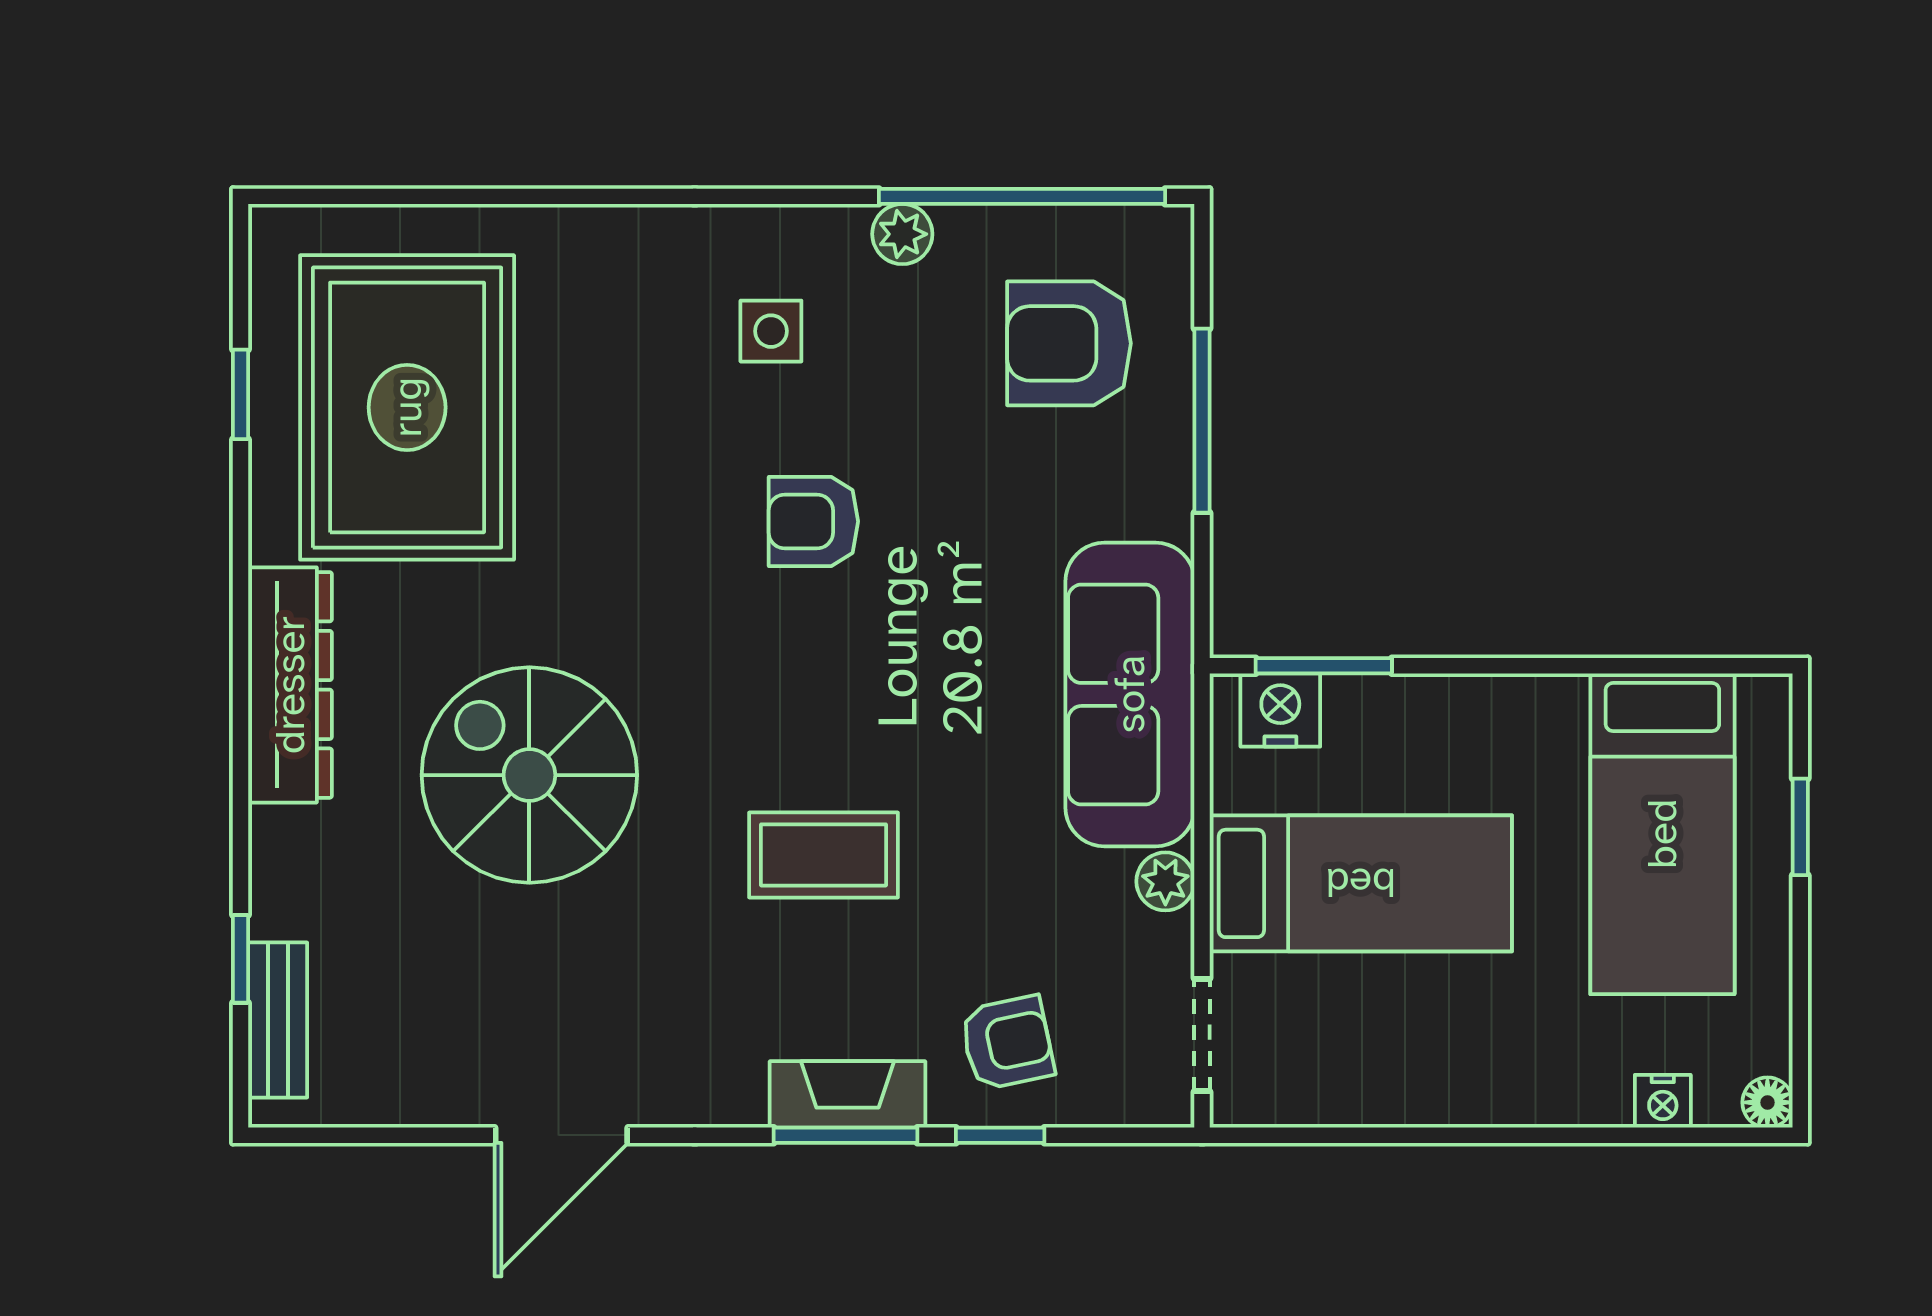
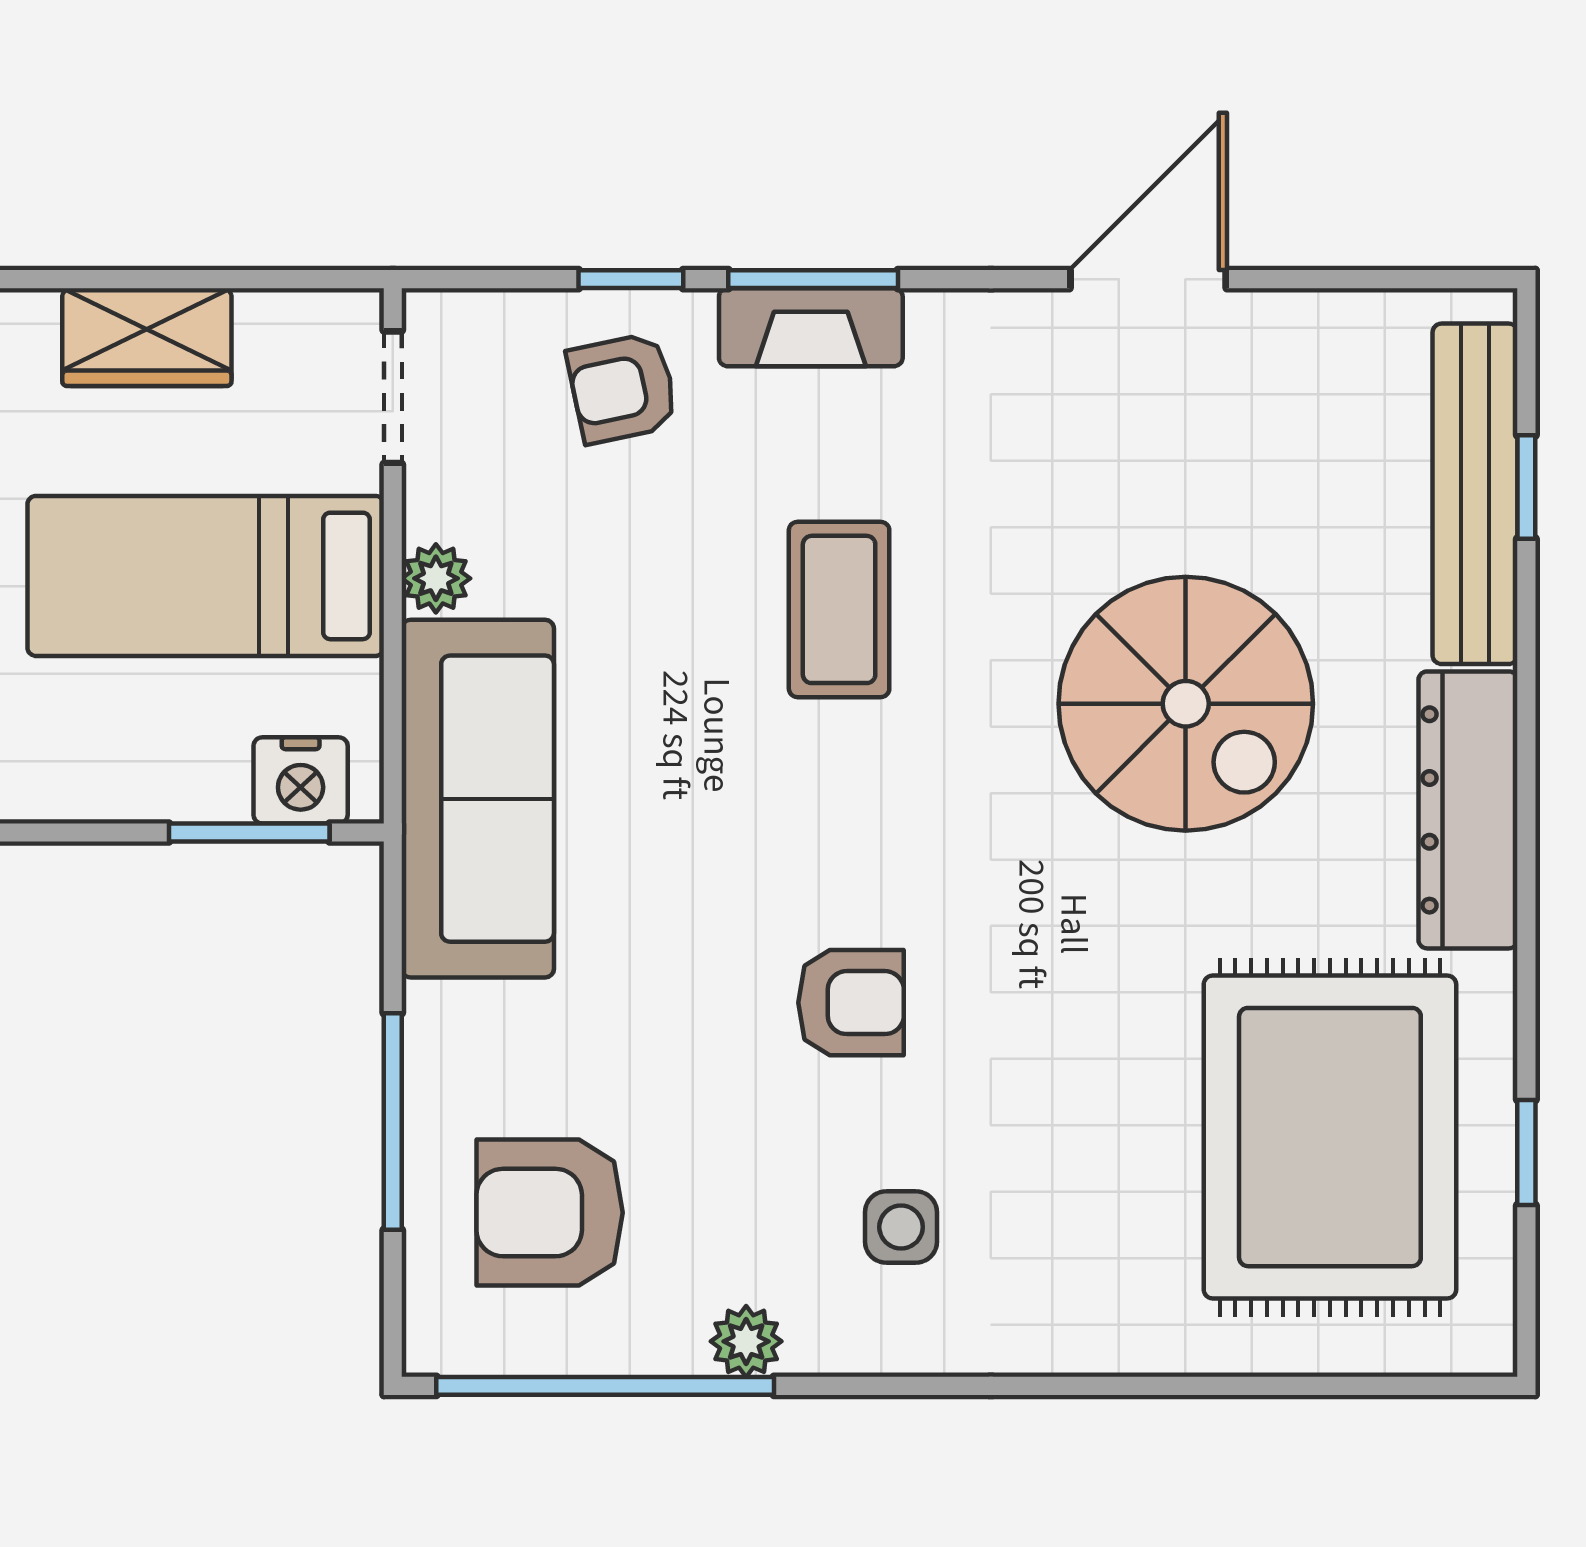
armchair: (1069, 343) -> (550, 1213), turned 180
coffee table: (823, 855) -> (839, 609), turned 90
bench: (278, 1020) -> (1475, 494), width x1.86, depth x1.21
wardrobe: (1411, 1086) -> (147, 337), added

